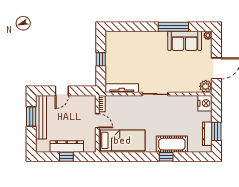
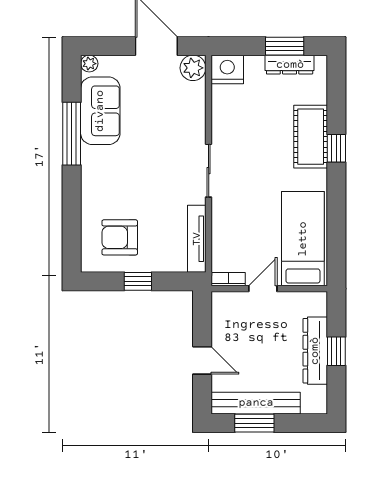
armchair: (122, 50) -> (120, 237), added

